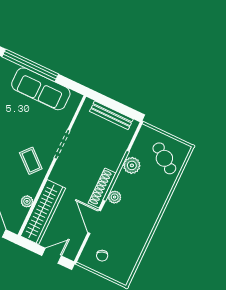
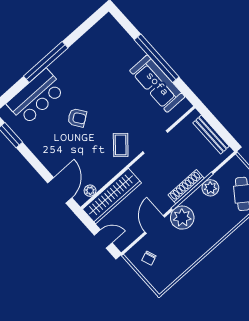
shoe rack: (102, 188) -> (186, 187), moved
plant: (115, 197) -> (182, 218), width x1.87, depth x1.87
plant: (27, 201) -> (90, 191), moved

